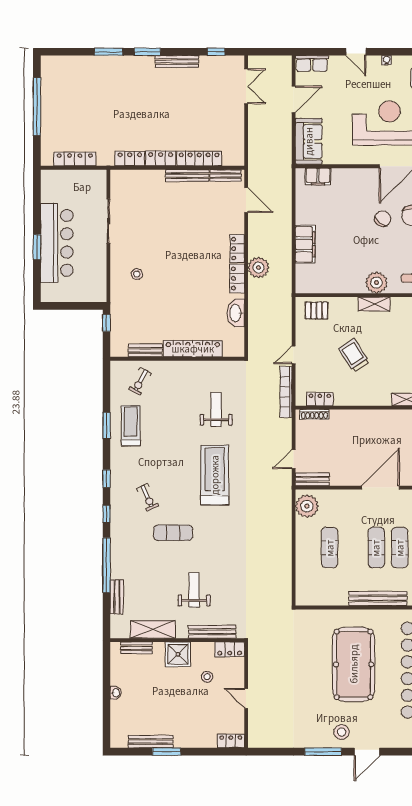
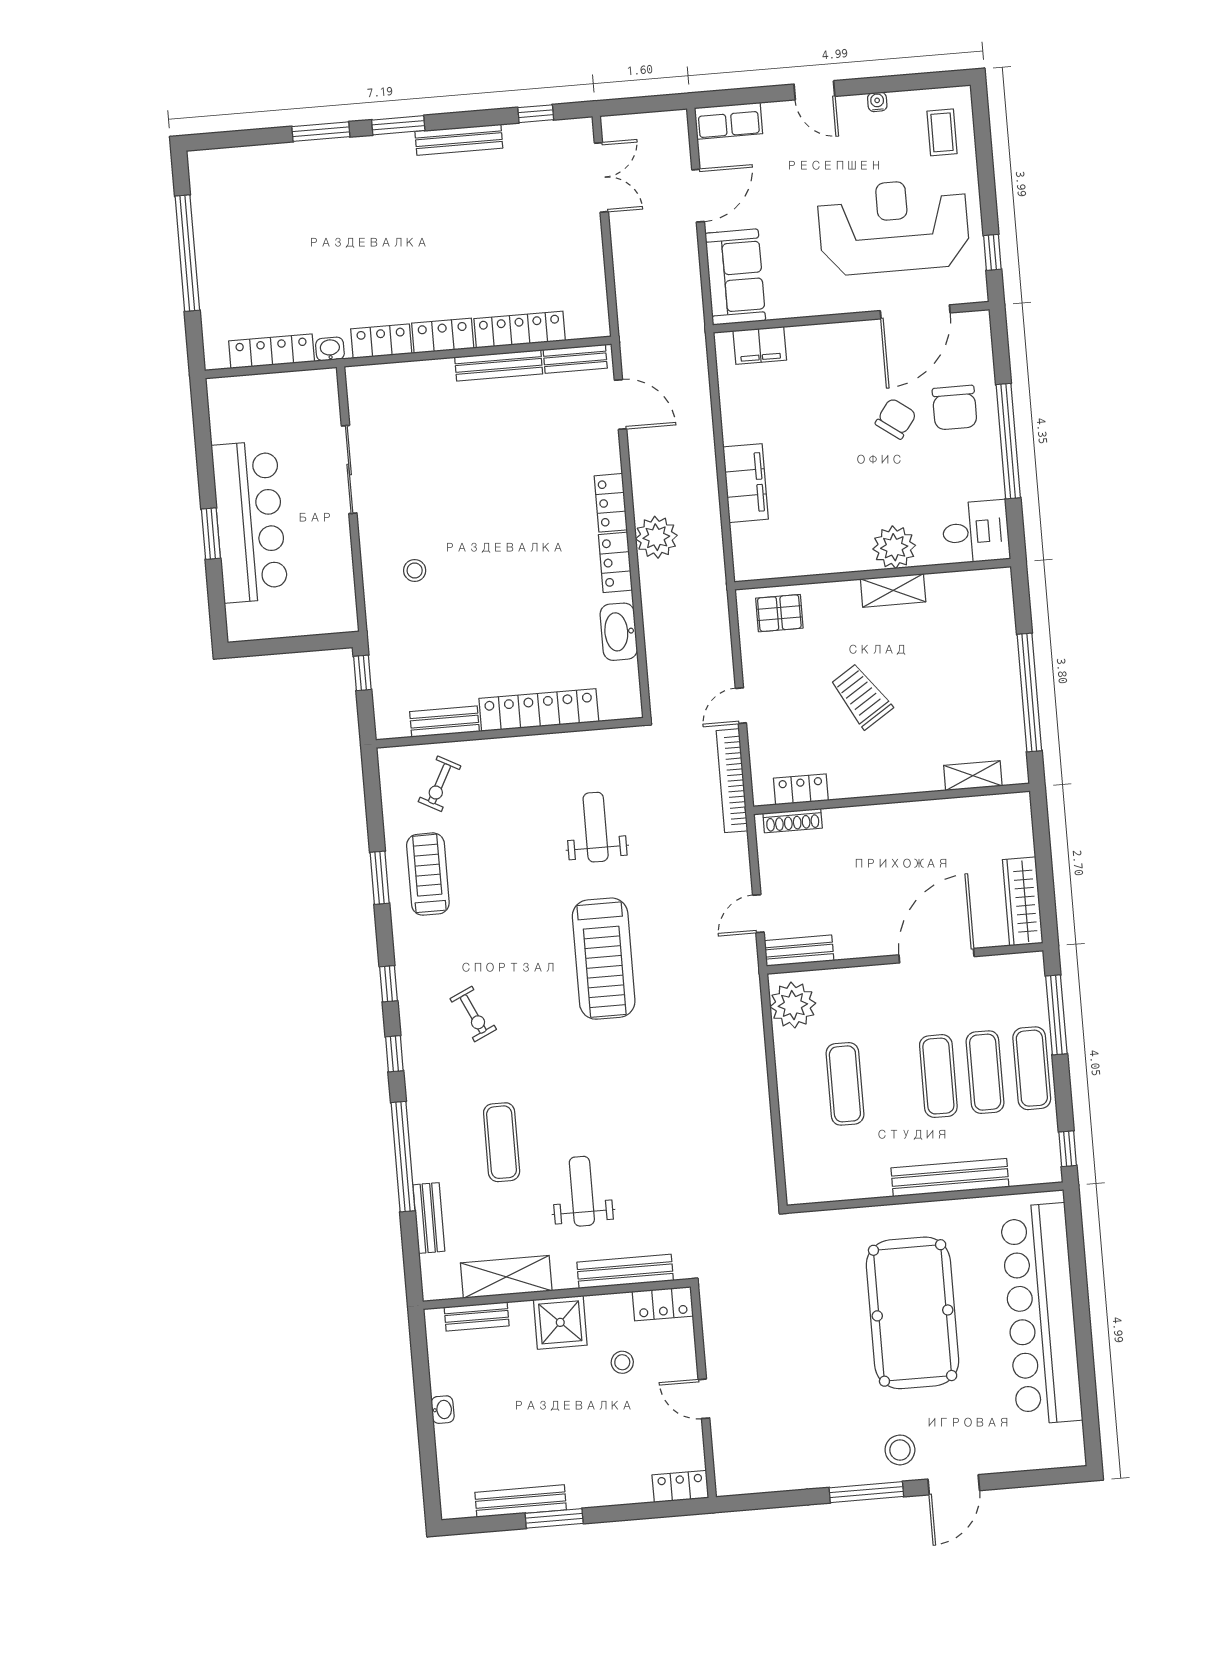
washbasin: (104, 160) -> (330, 349), added
treadmill: (215, 475) -> (604, 959), turned 180
exercise mat: (173, 533) -> (502, 1142), moved, turned 90

